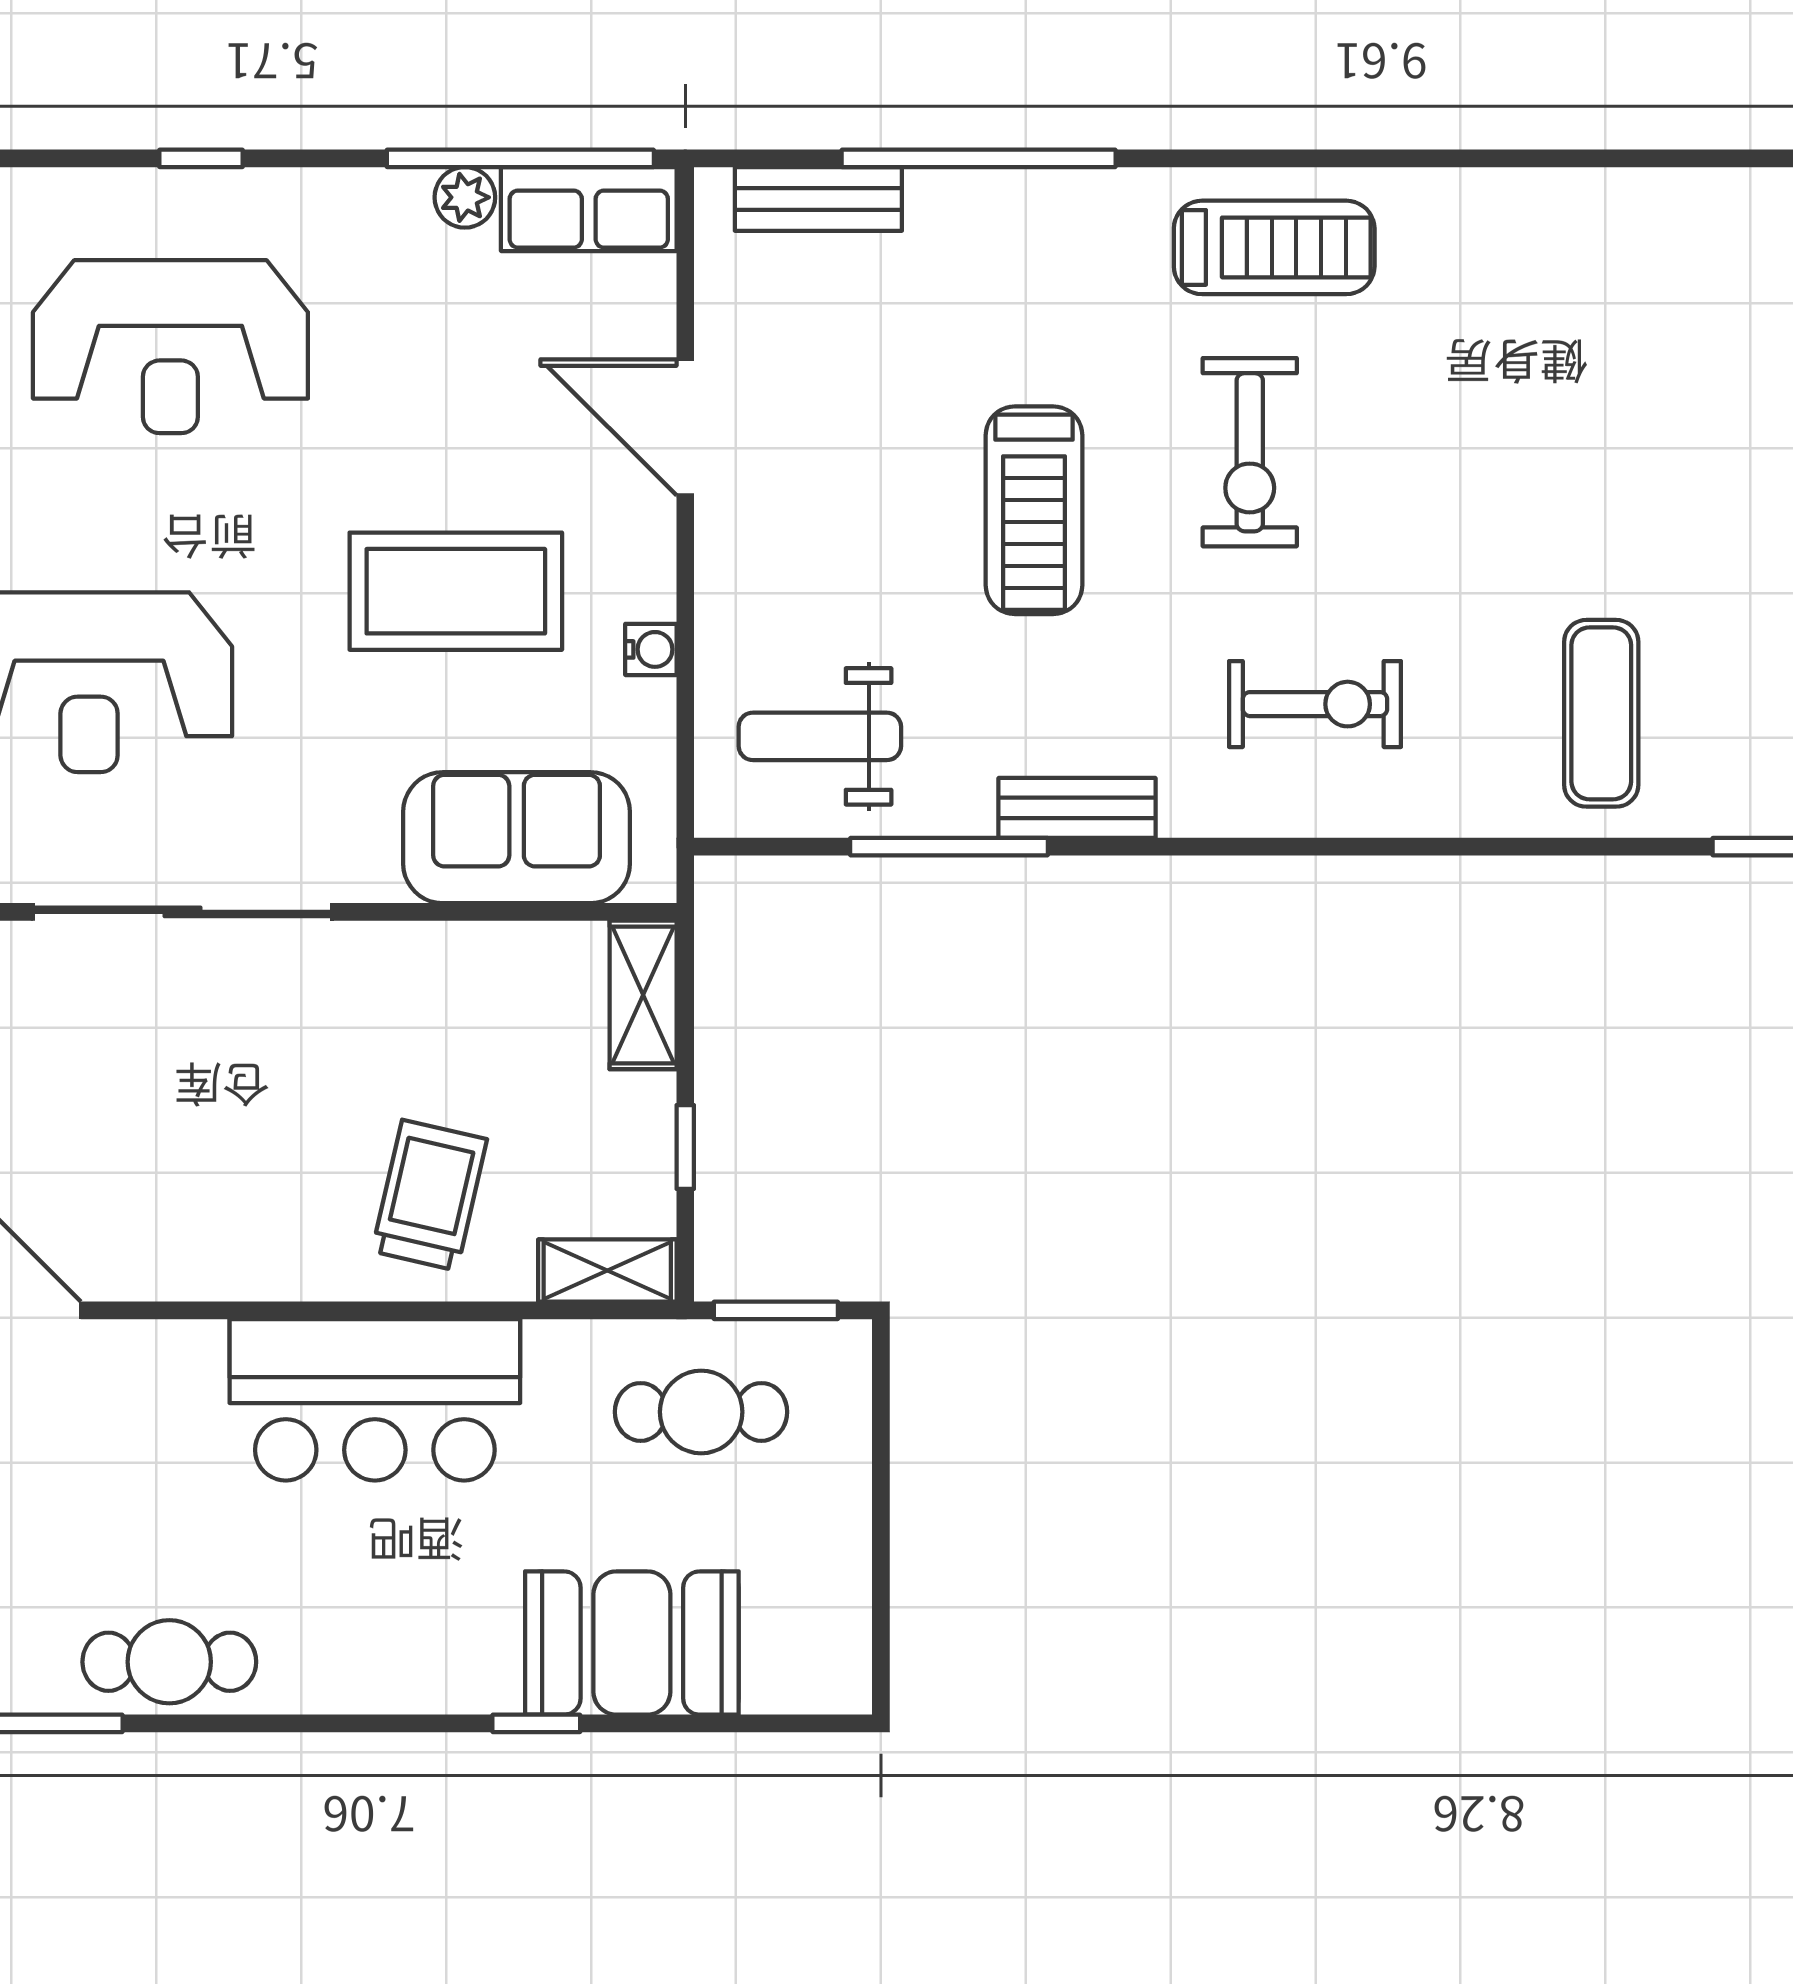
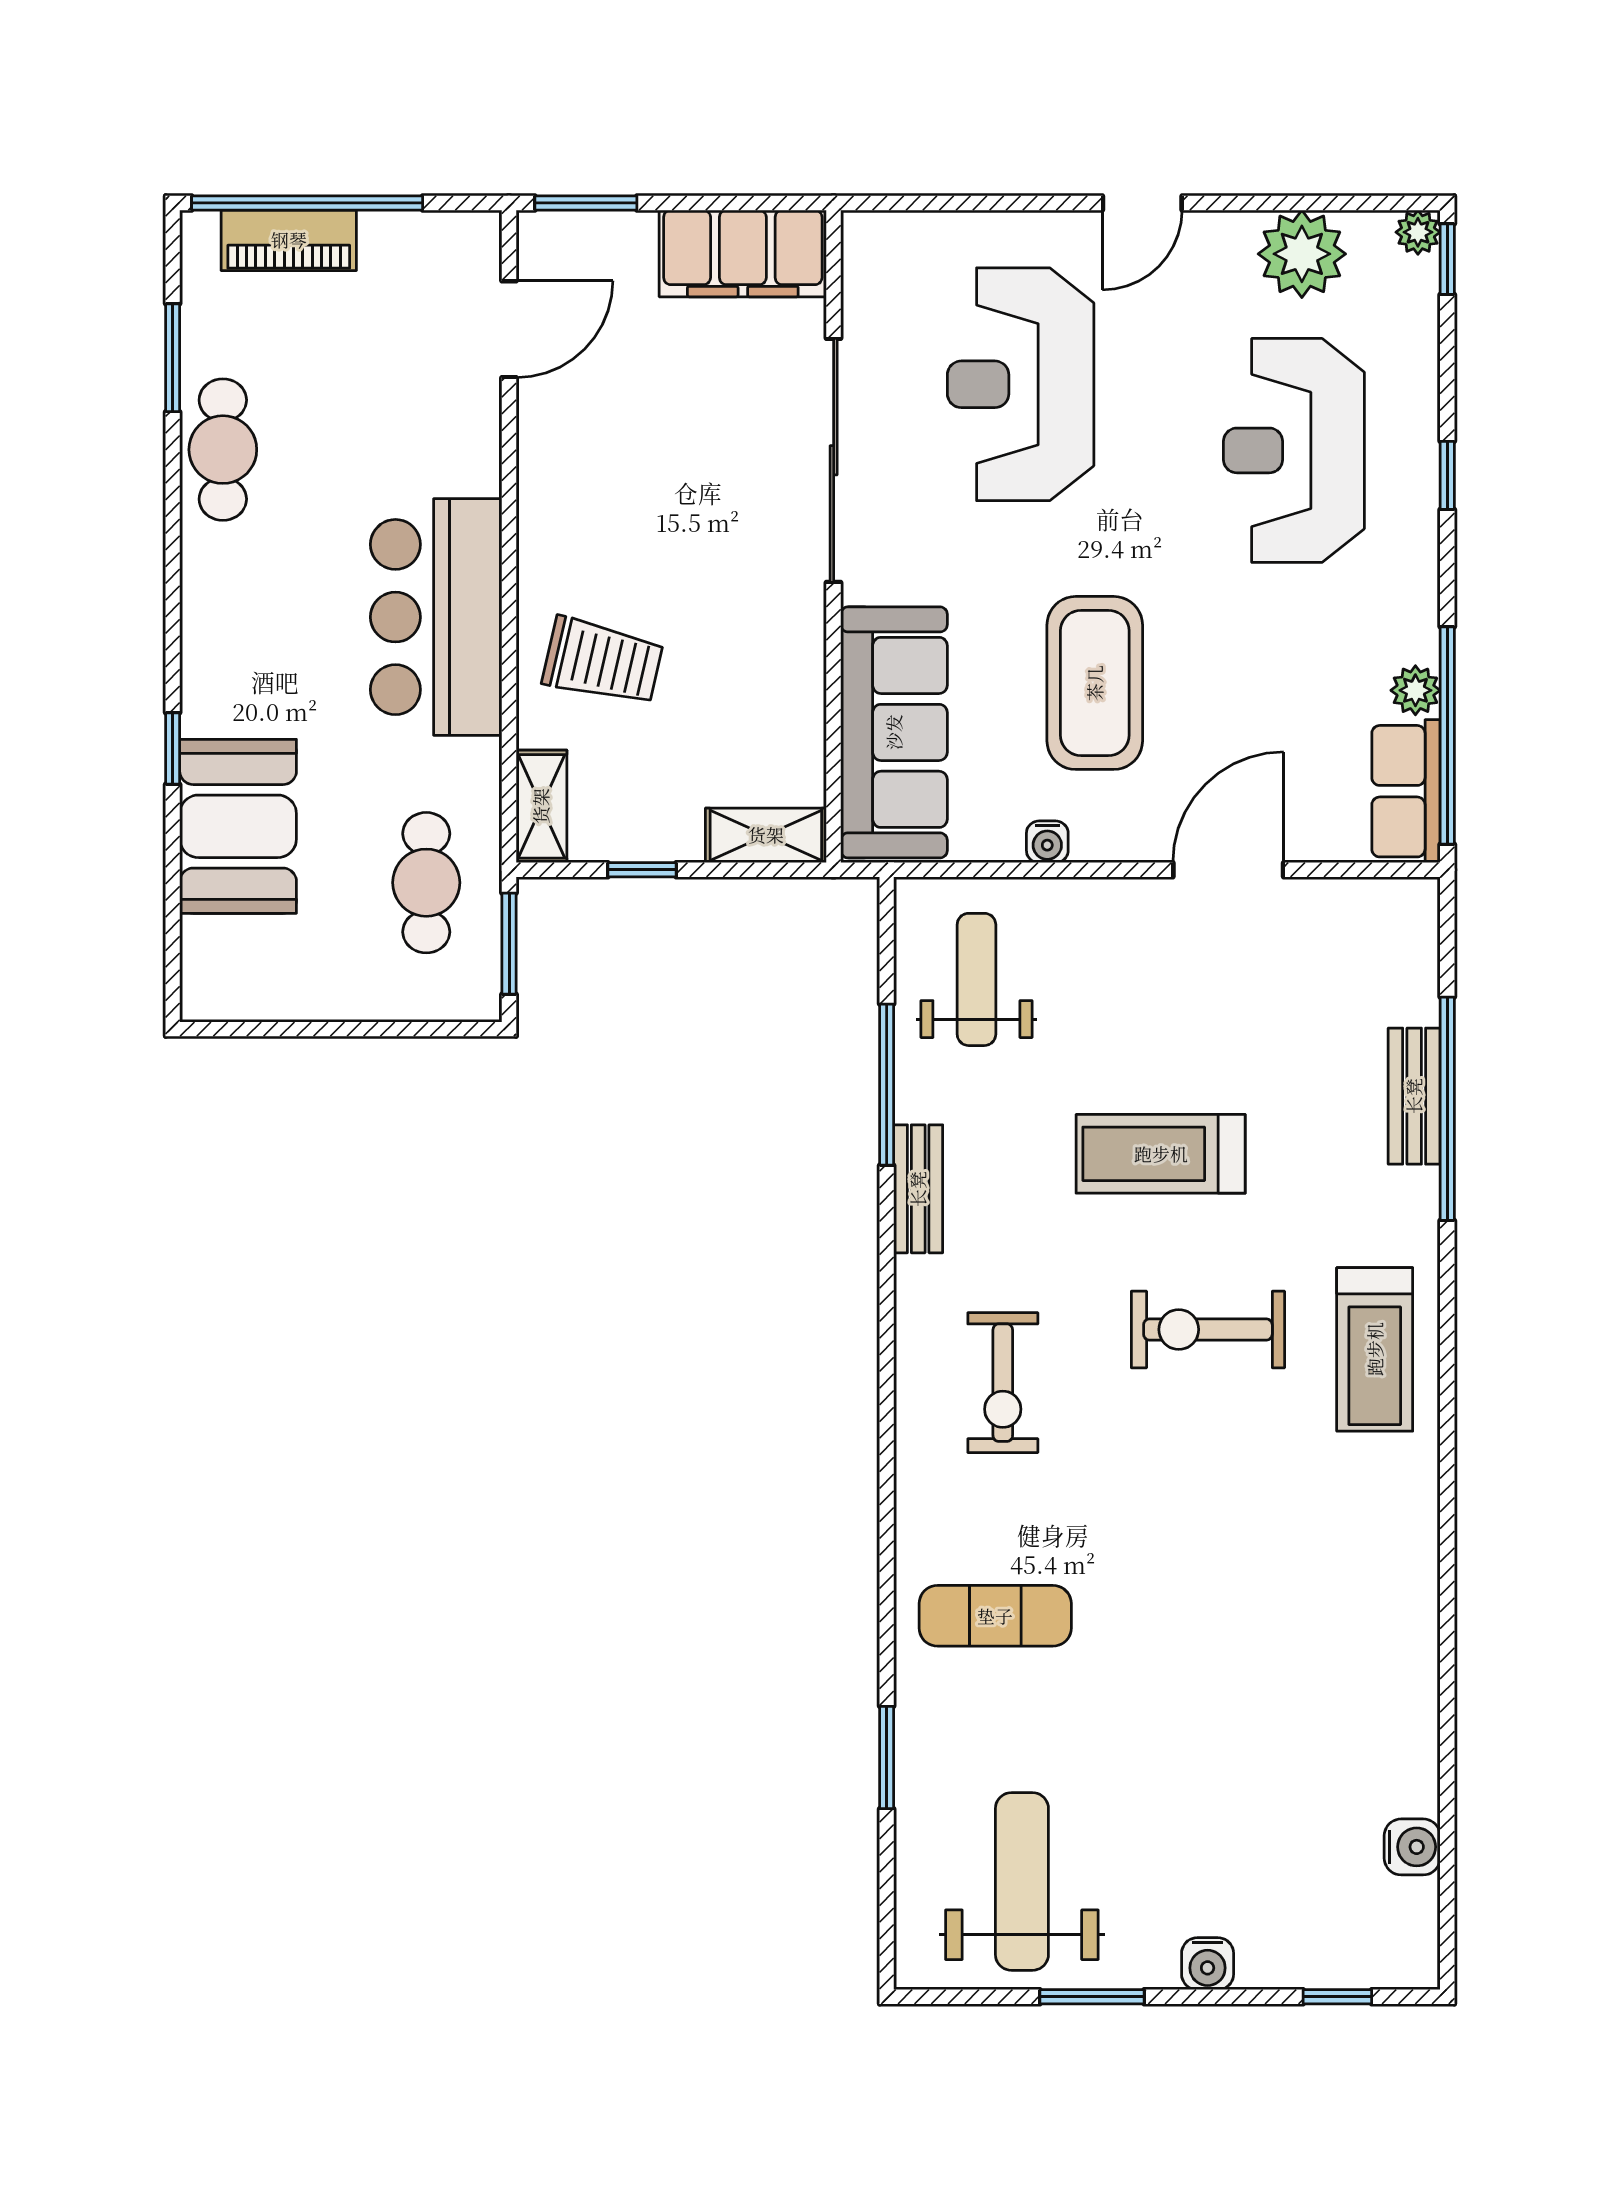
bench: (818, 199) -> (1414, 1096), moved
sofa: (517, 838) -> (894, 732), width x1.36

